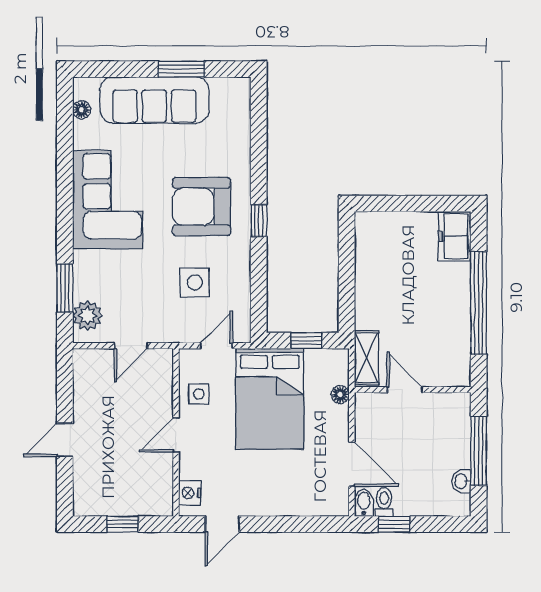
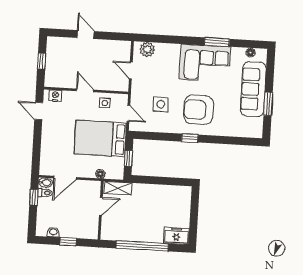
armchair: (202, 207) -> (199, 110), turned -90
window: (65, 288) -> (217, 42), moved
window: (479, 451) -> (68, 242), width x0.46

